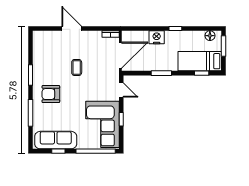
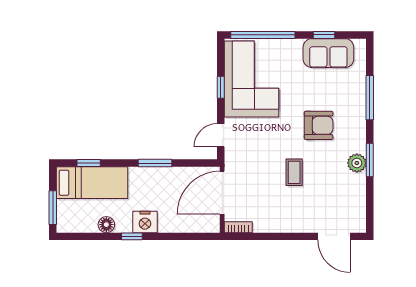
door: (72, 28) -> (334, 236), moved
floor lamp: (210, 36) -> (106, 225), moved
nightstand: (157, 37) -> (145, 222), moved
plant: (38, 73) -> (357, 163), added
door: (121, 90) -> (221, 135), hinge flipped
armchair: (51, 94) -> (319, 125), moved
sofa: (56, 140) -> (328, 53), width x0.73

